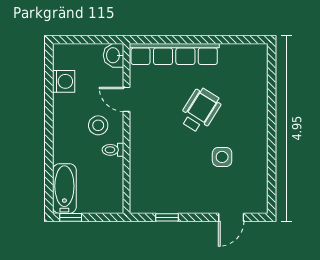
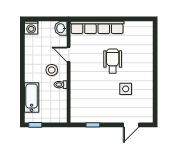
washing machine: (64, 81) -> (31, 28), moved, turned 90
wheelchair: (200, 110) -> (113, 61), turned -32
bathtub: (64, 189) -> (32, 97), moved

